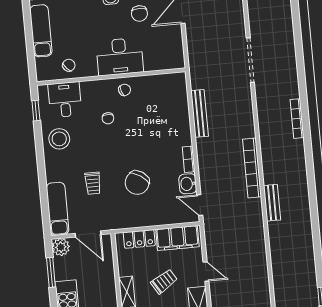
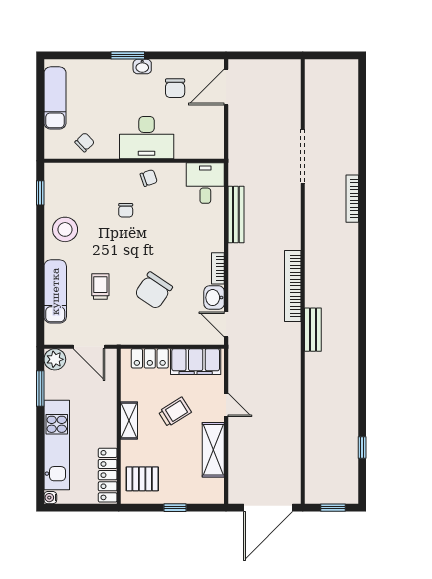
desk: (65, 100) -> (205, 183), moved
bookcase: (297, 119) -> (352, 199), moved
trolley: (93, 183) -> (100, 286), turned 180
exam couch: (58, 209) -> (55, 291), moved

